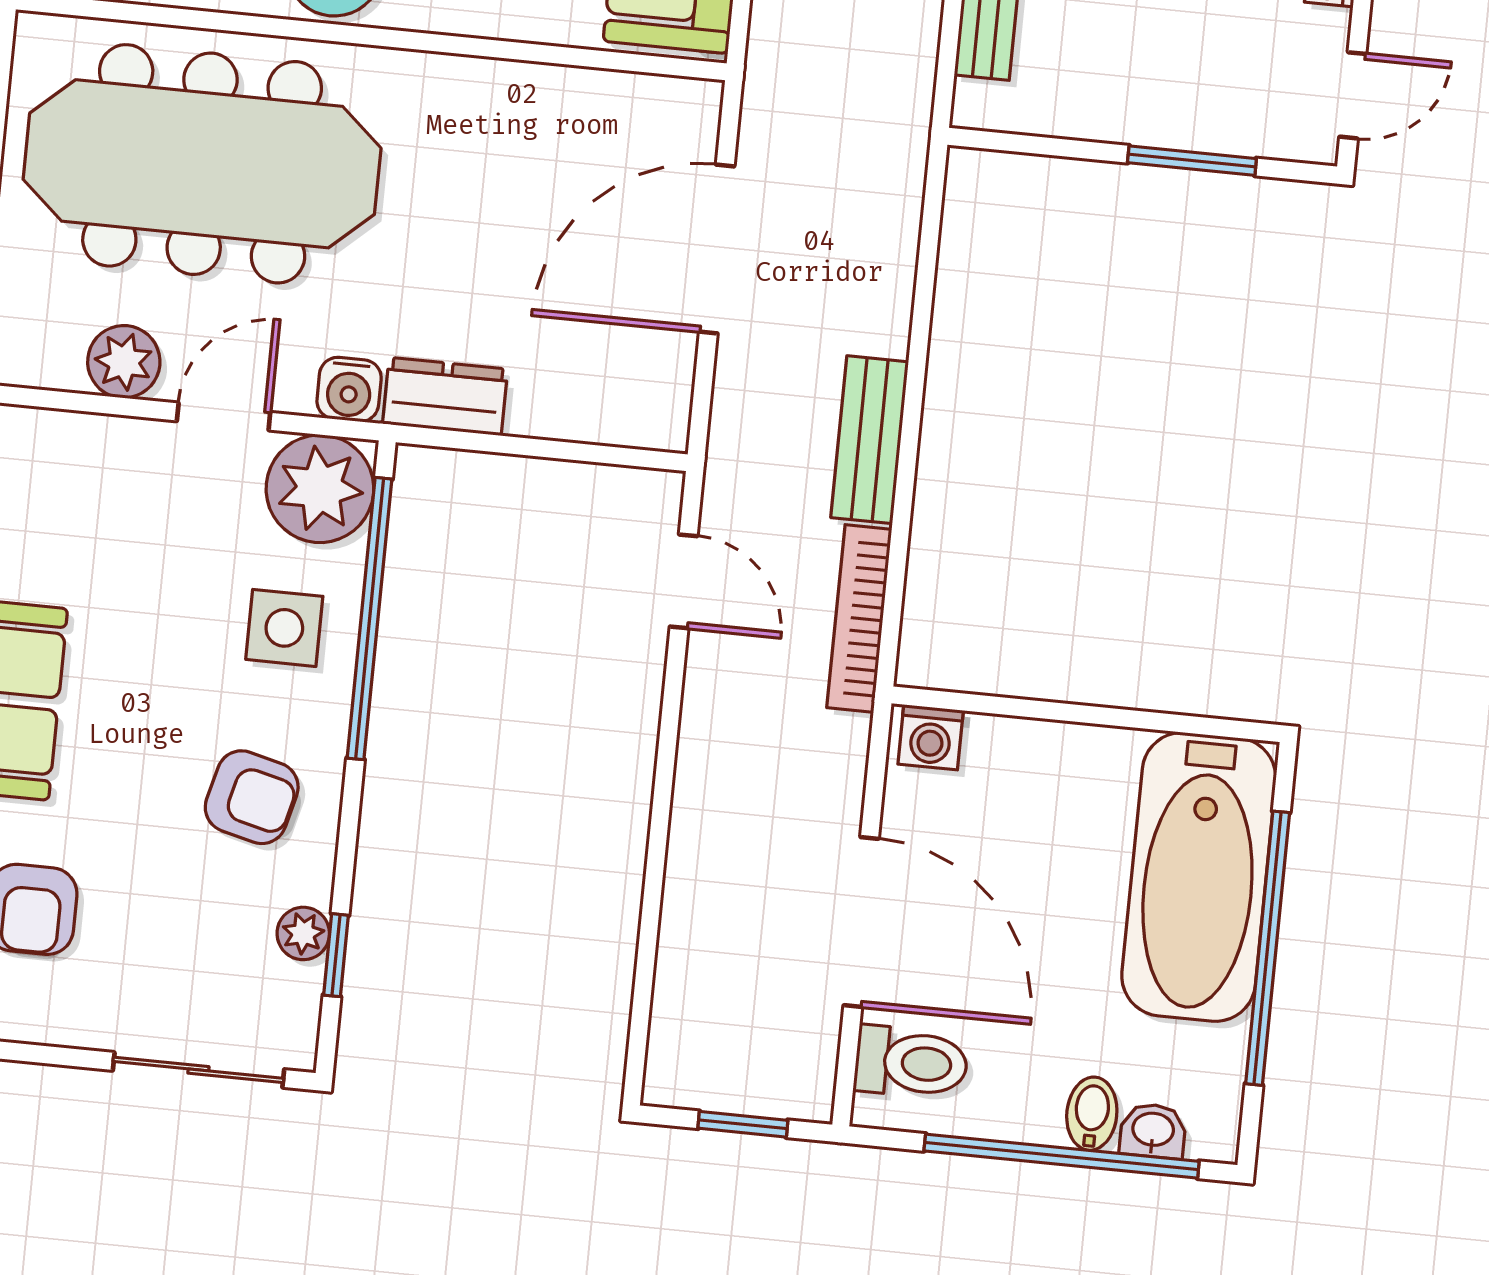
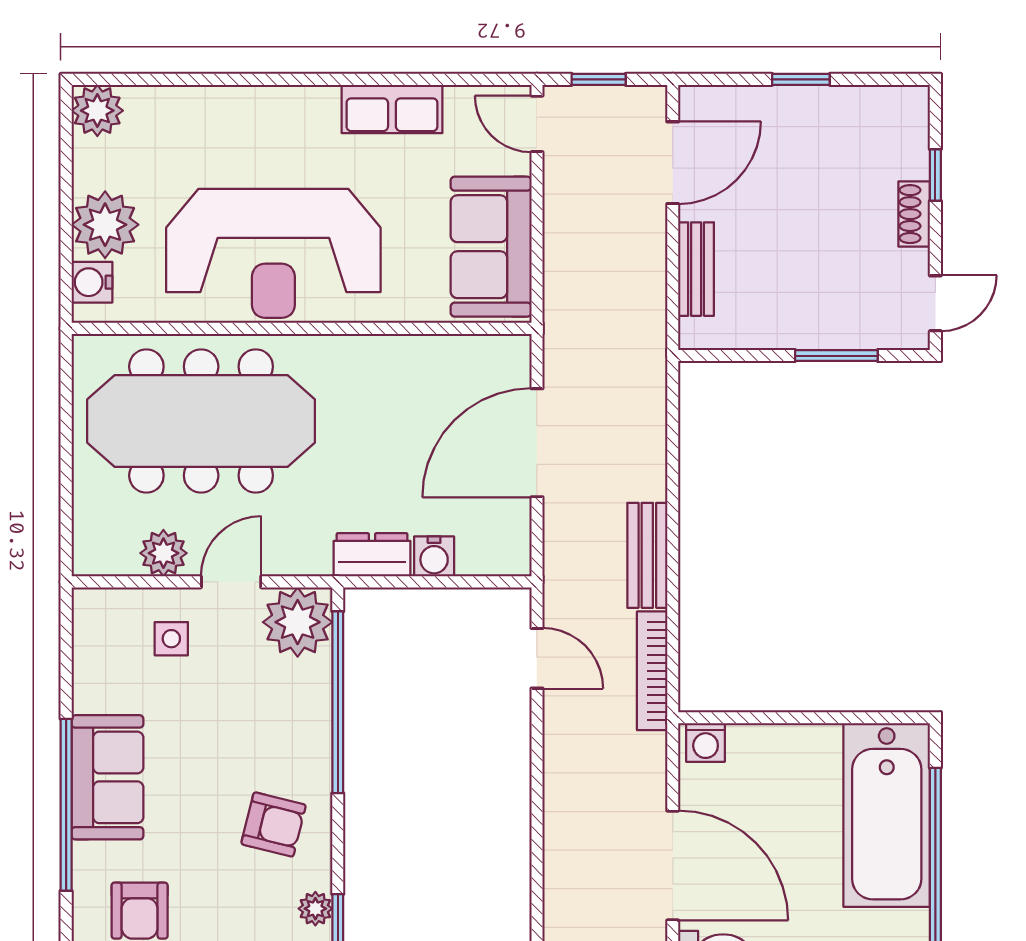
water cooler: (349, 389) -> (434, 556), moved
side table: (284, 628) -> (171, 639), moved, width x0.73, depth x0.73

